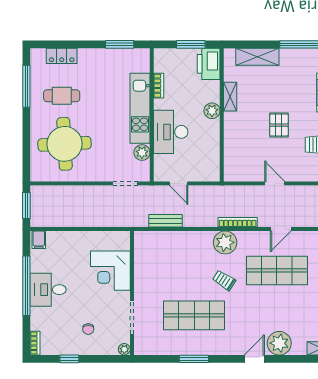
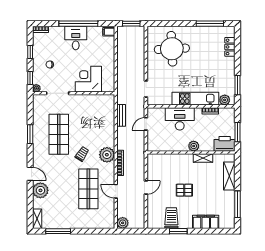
cafe table: (62, 96) -> (204, 47), removed
plant: (142, 152) -> (225, 100), moved
window: (109, 359) -> (30, 78), added

